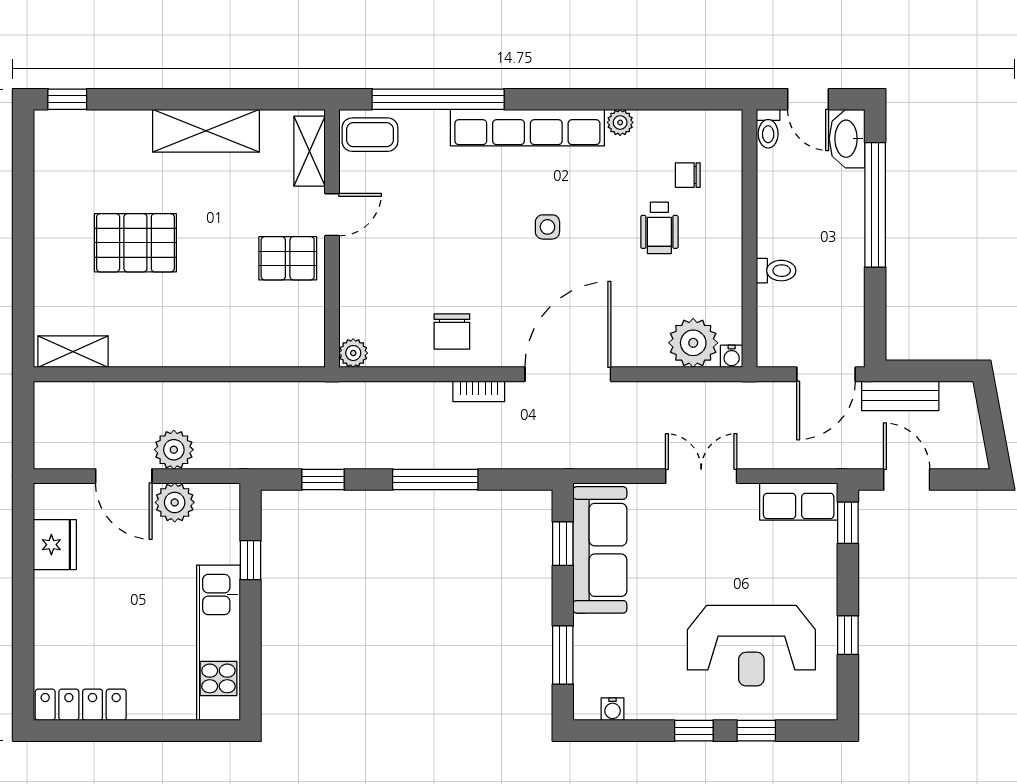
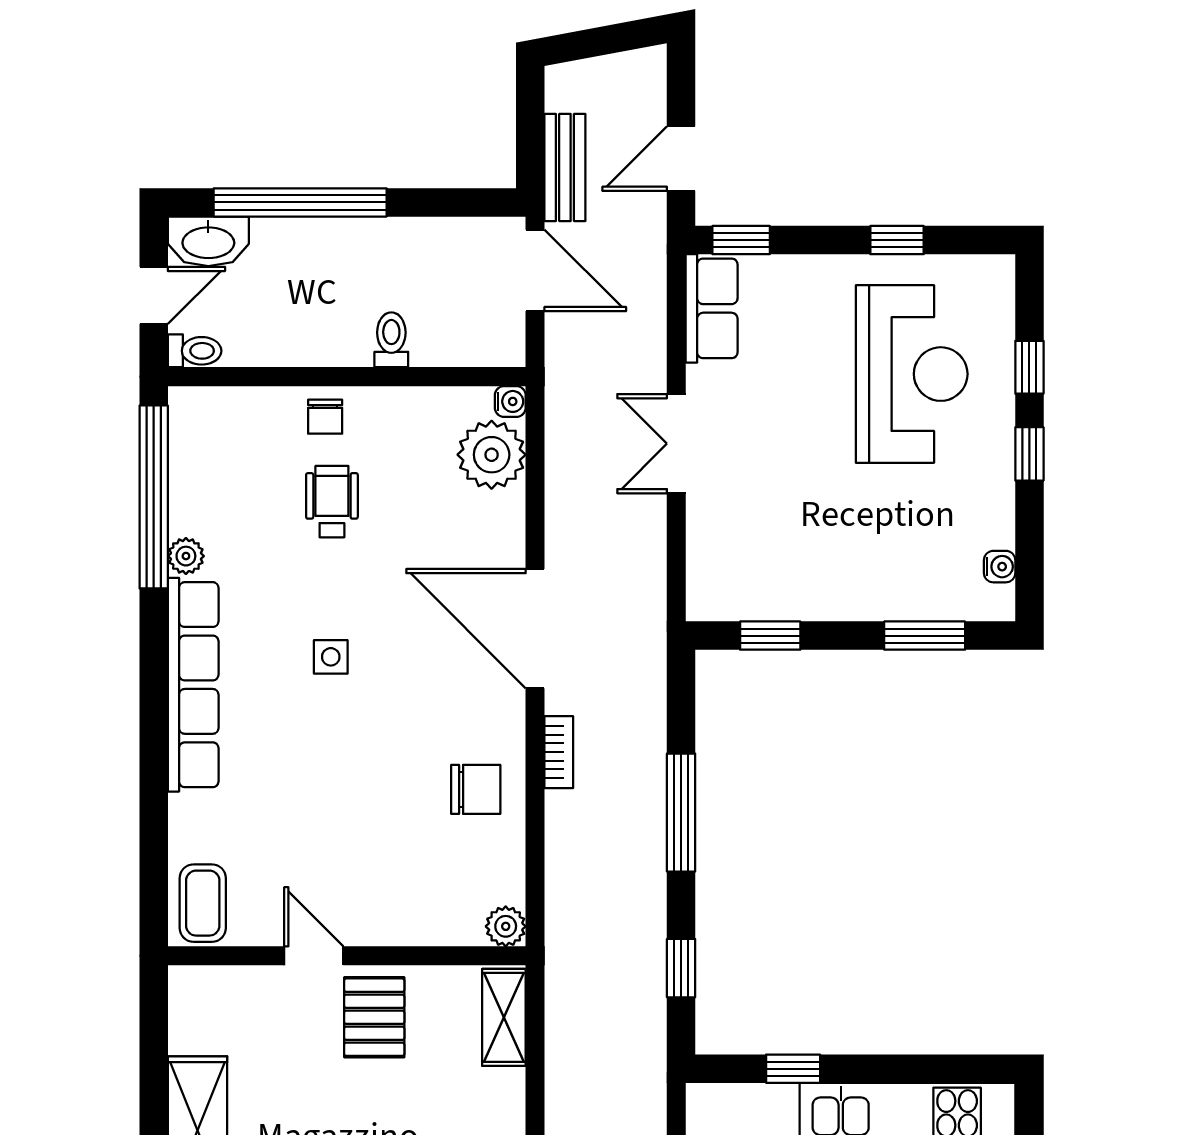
window: (438, 99) -> (154, 497), moved
shelving: (309, 151) -> (504, 1017), moved, turned 90
chair: (688, 175) -> (325, 417), moved
wheelchair: (659, 228) -> (332, 502), turned -90
sofa: (600, 550) -> (779, 584), removed

